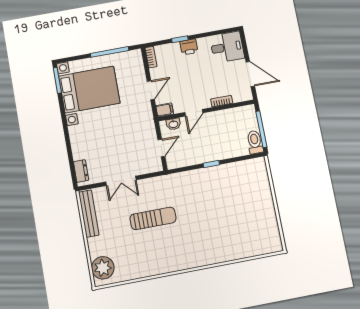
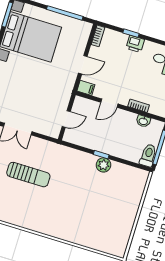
washbasin: (173, 124) -> (143, 121), moved
plant: (218, 173) -> (104, 165), added

